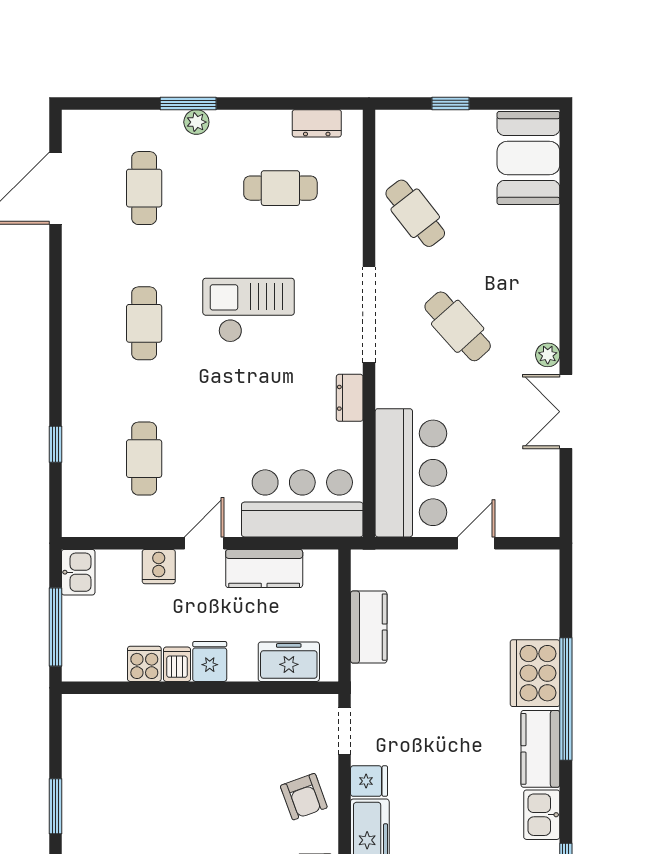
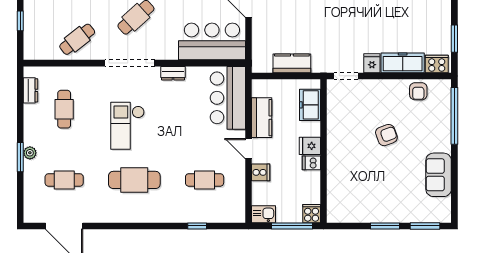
cafe table: (144, 323) -> (134, 180), width x1.37, depth x1.35
cooker: (144, 664) -> (312, 214), moved, turned 90
armchair: (304, 797) -> (386, 135), moved

